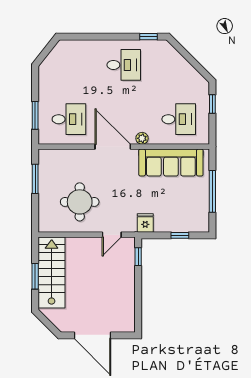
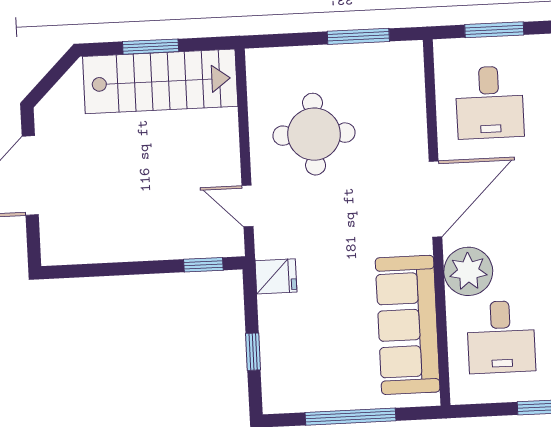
plant: (142, 138) -> (468, 271), width x1.87, depth x1.87

